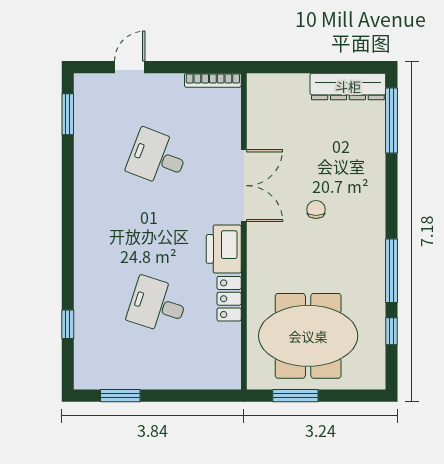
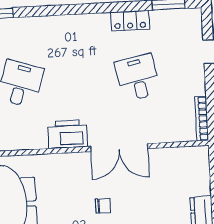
desk: (157, 158) -> (138, 78), turned -33
locker: (229, 299) -> (130, 21), moved, turned 180

